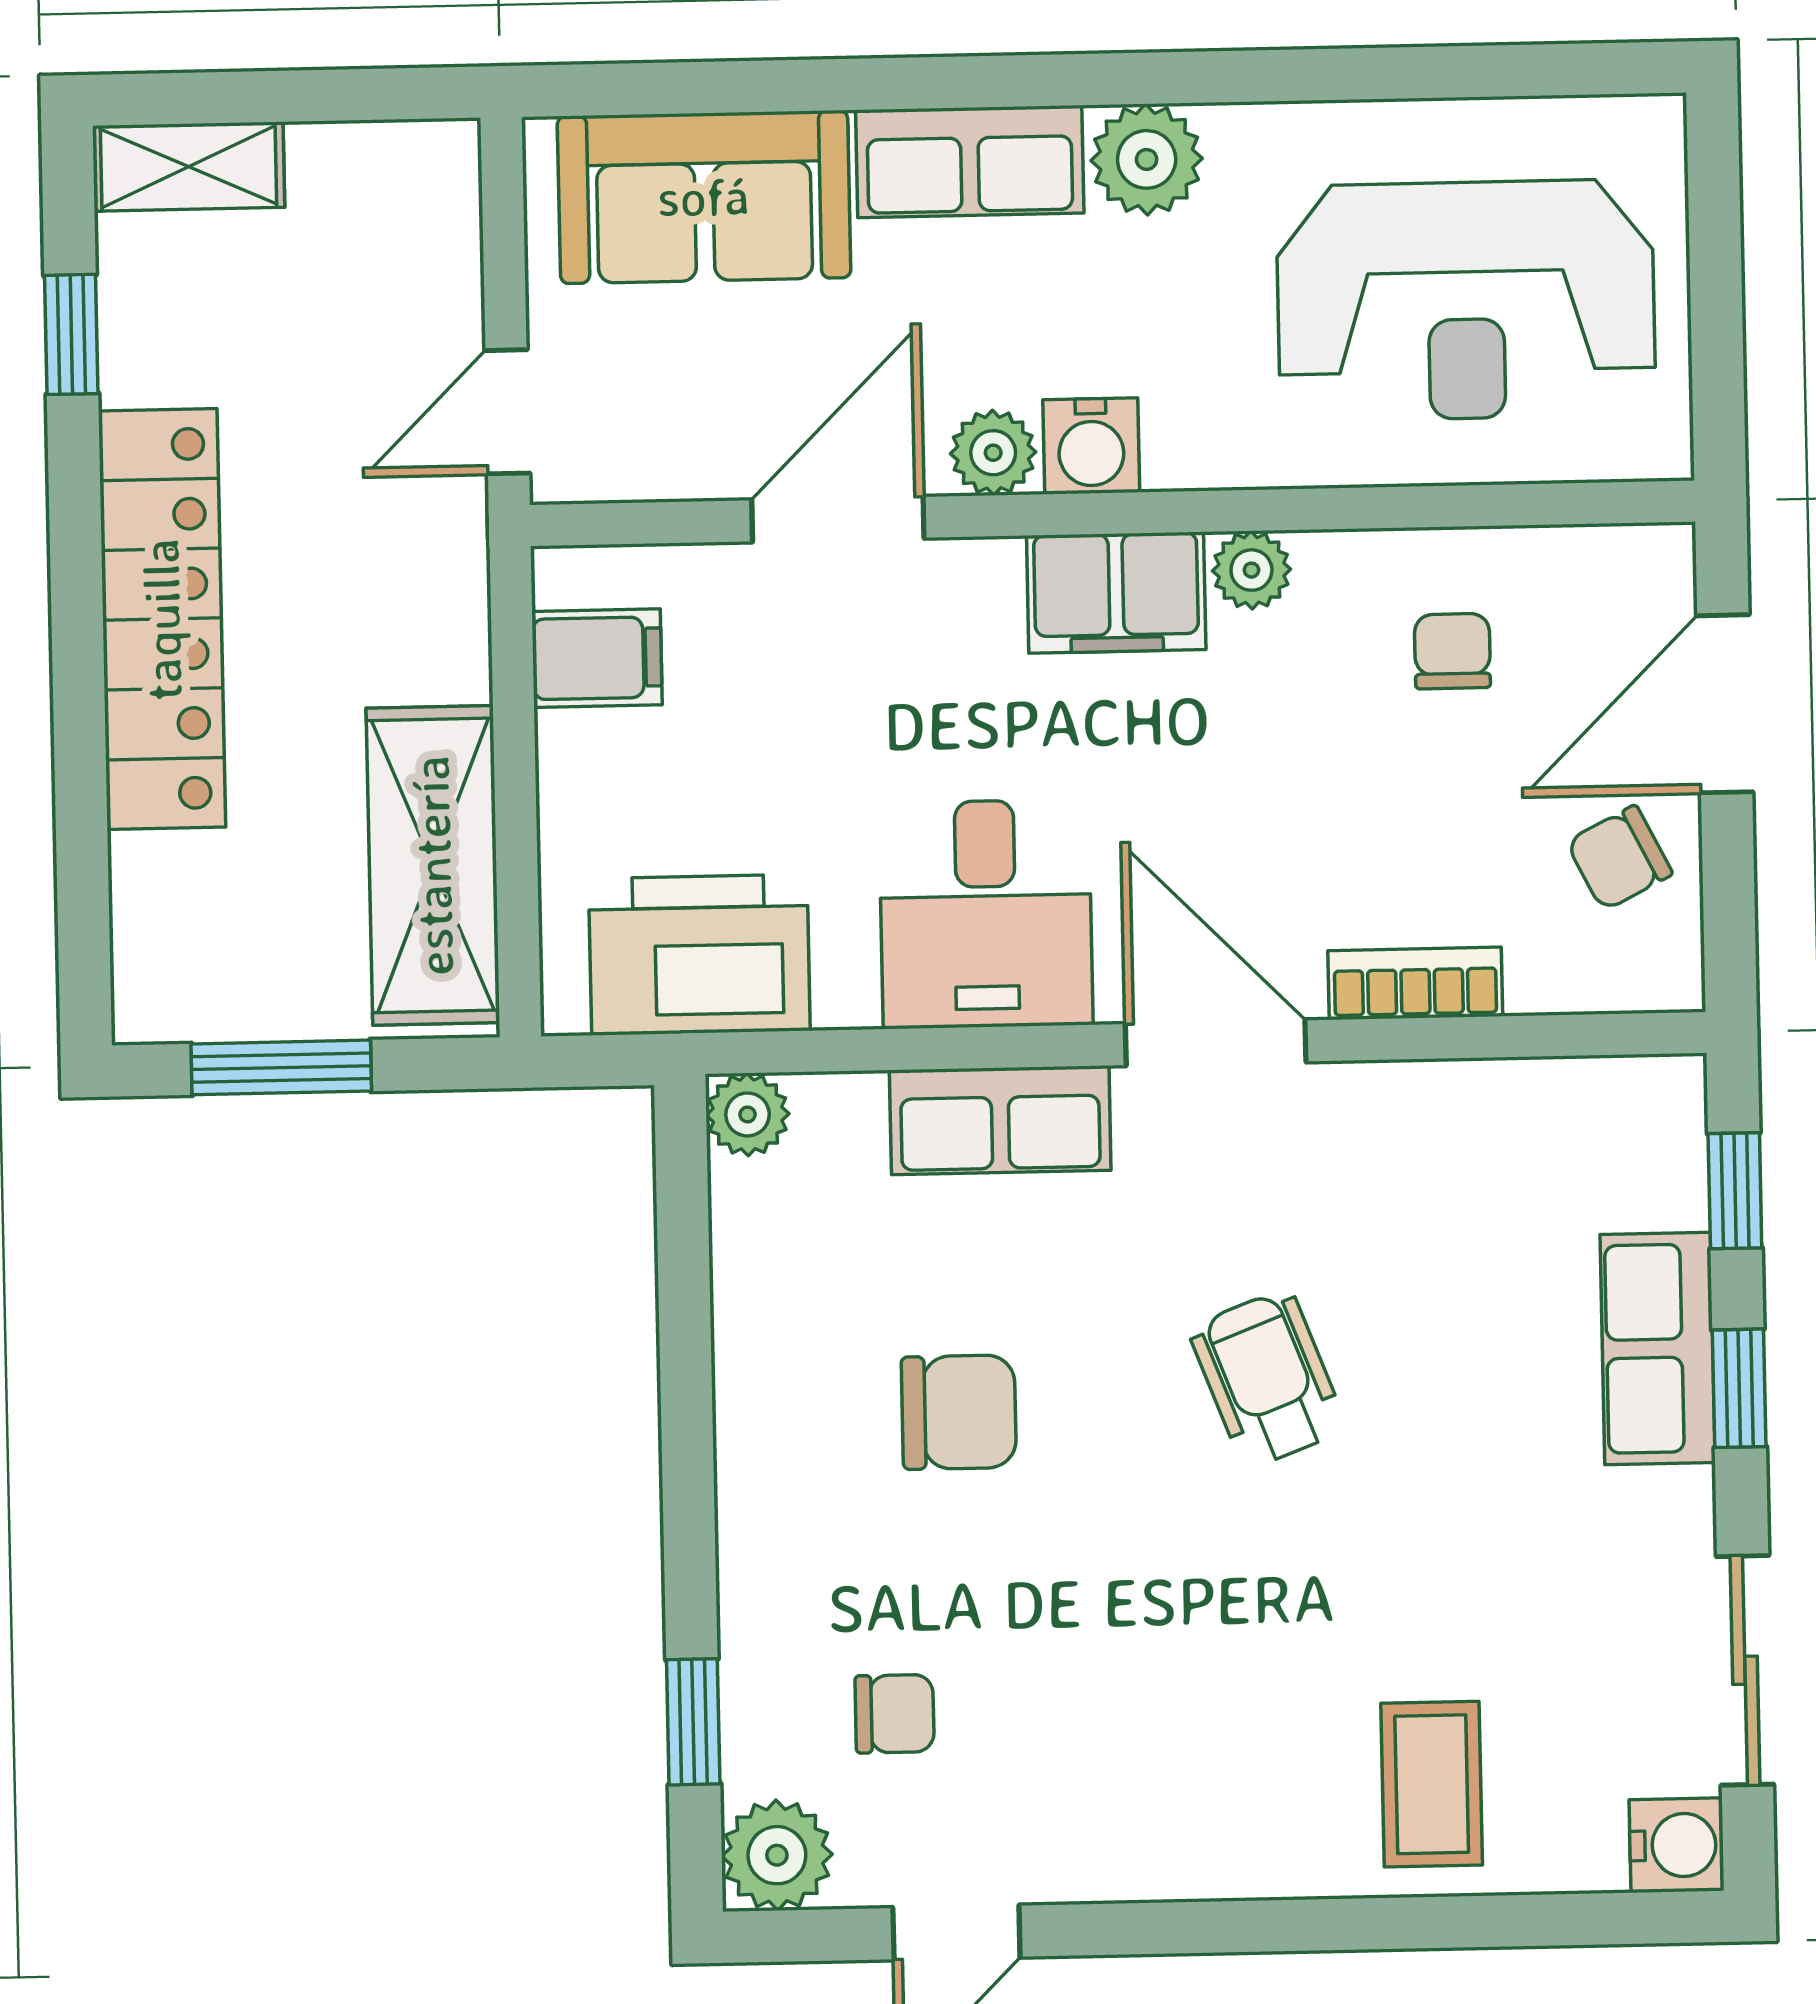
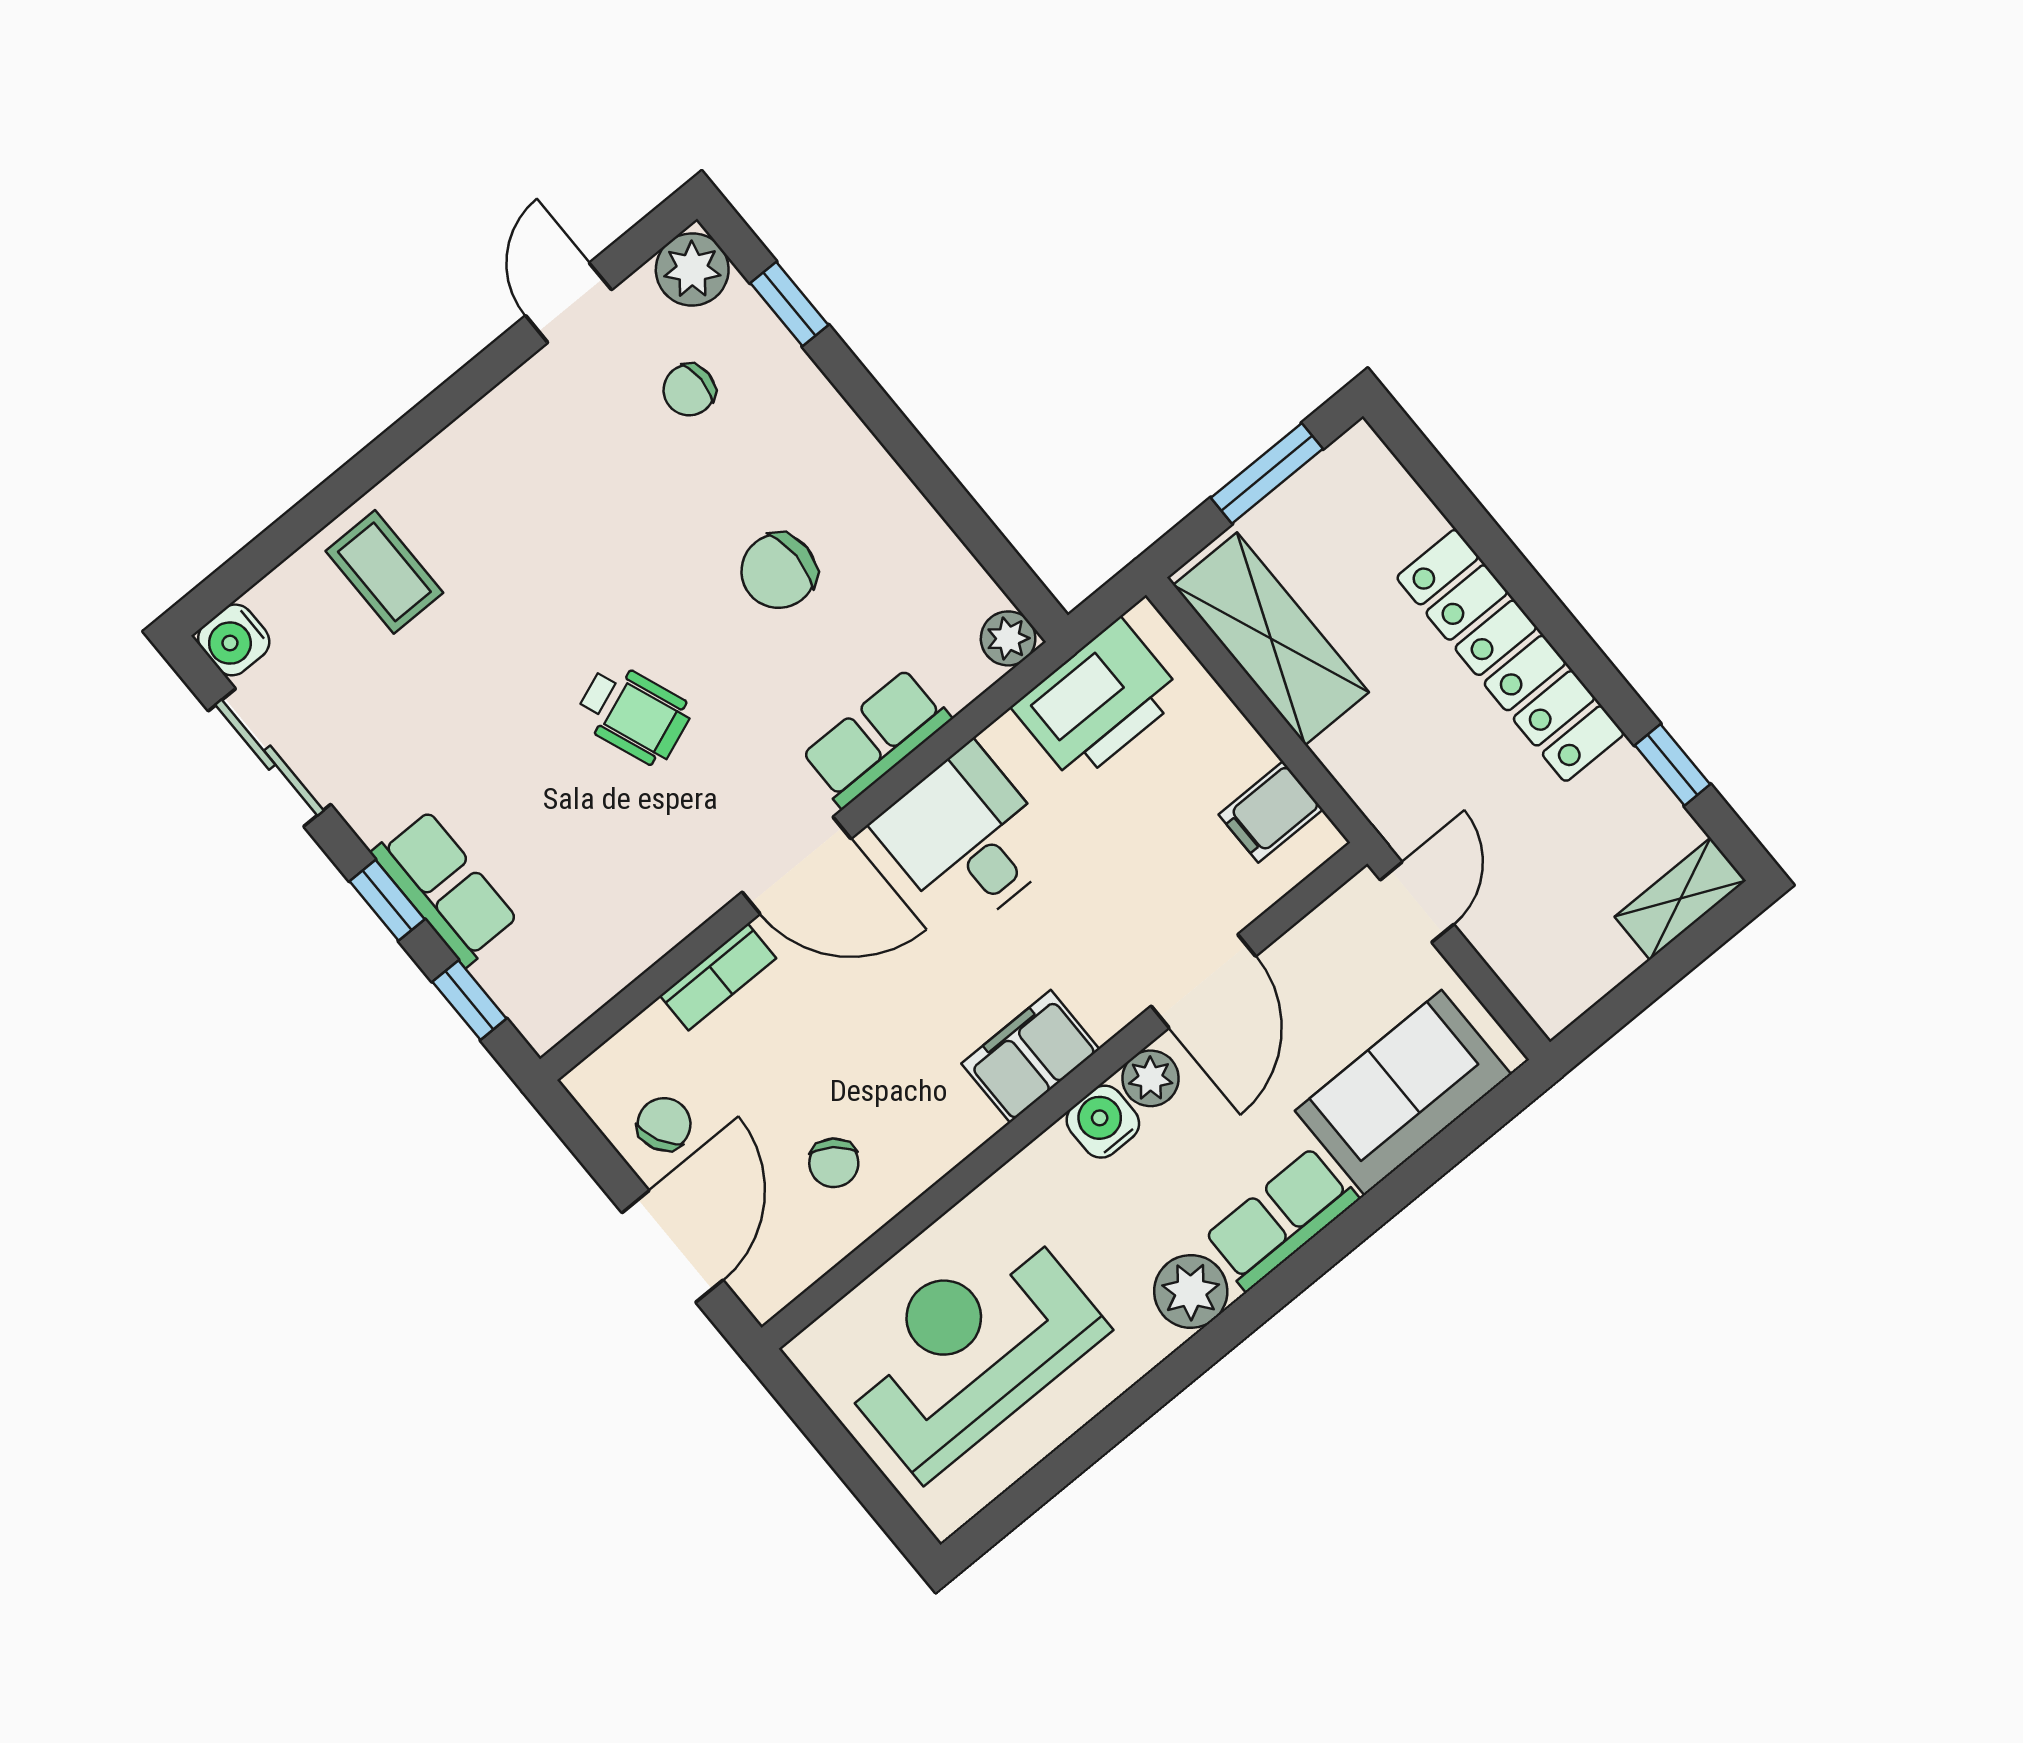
plant: (1251, 570) -> (970, 1123), removed
chair: (1452, 651) -> (834, 1163), turned 37

